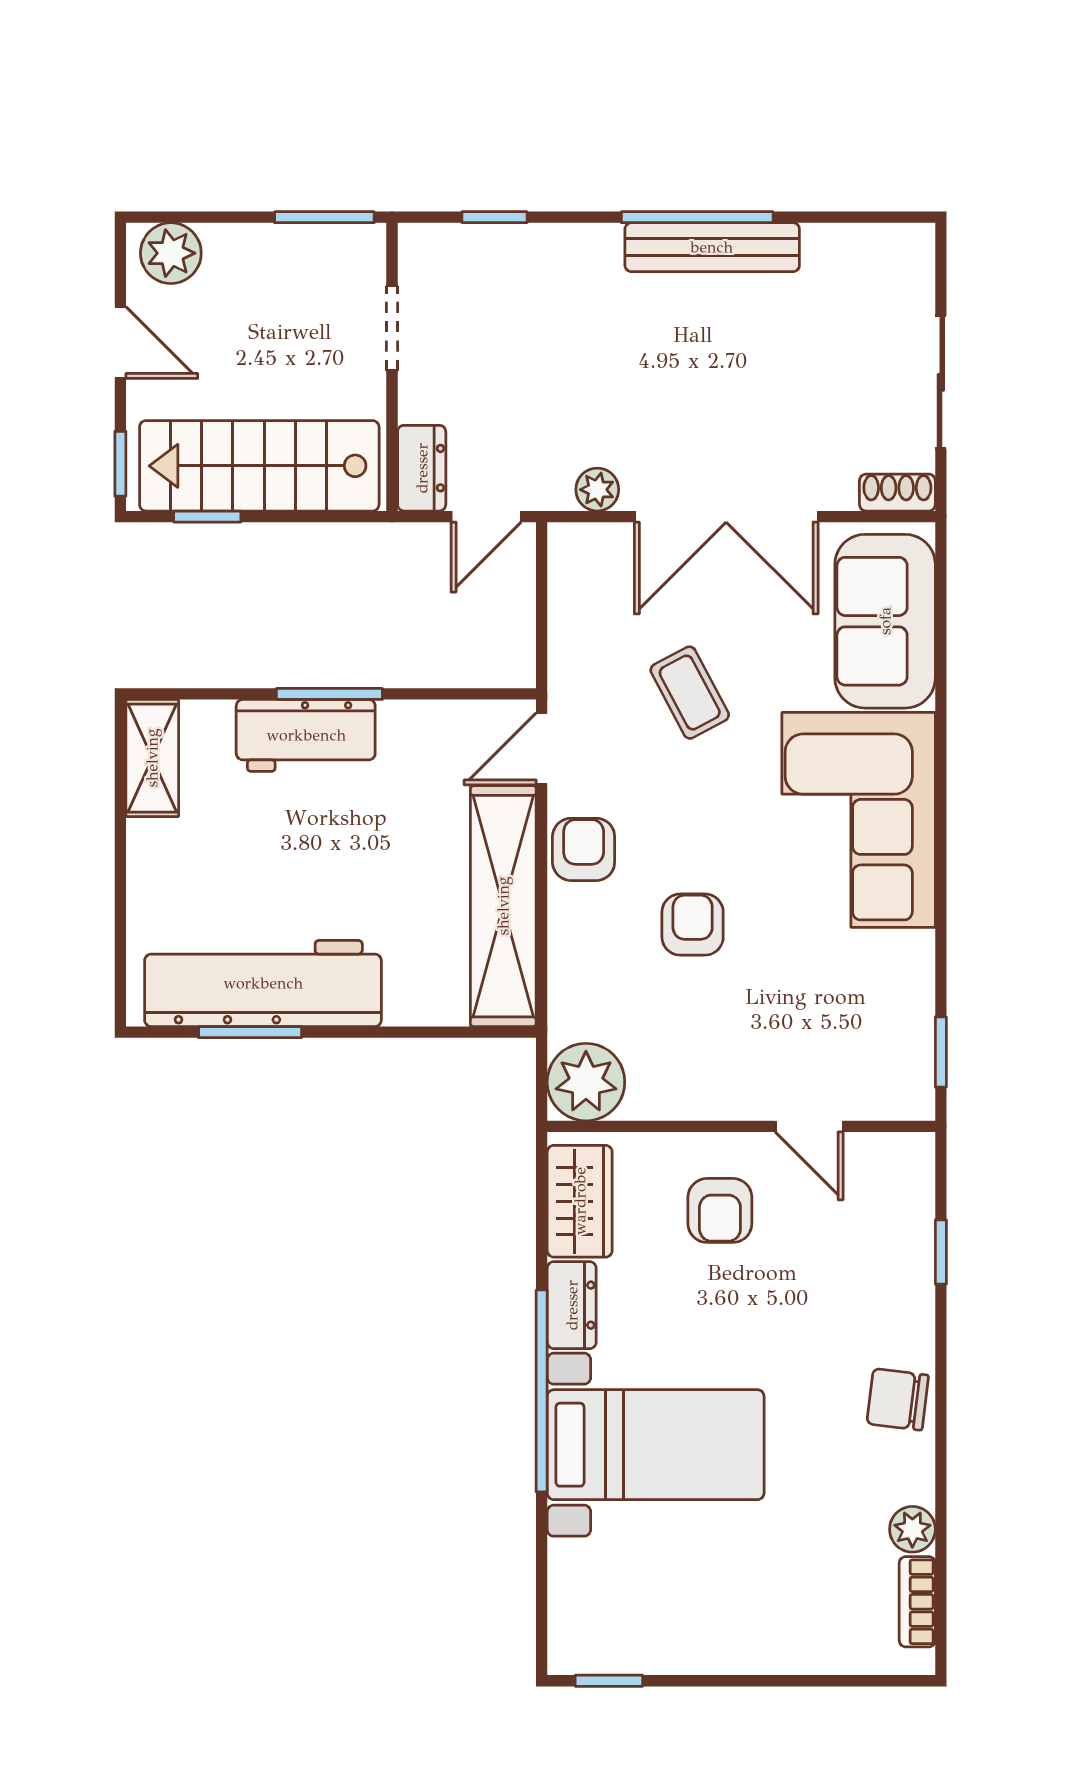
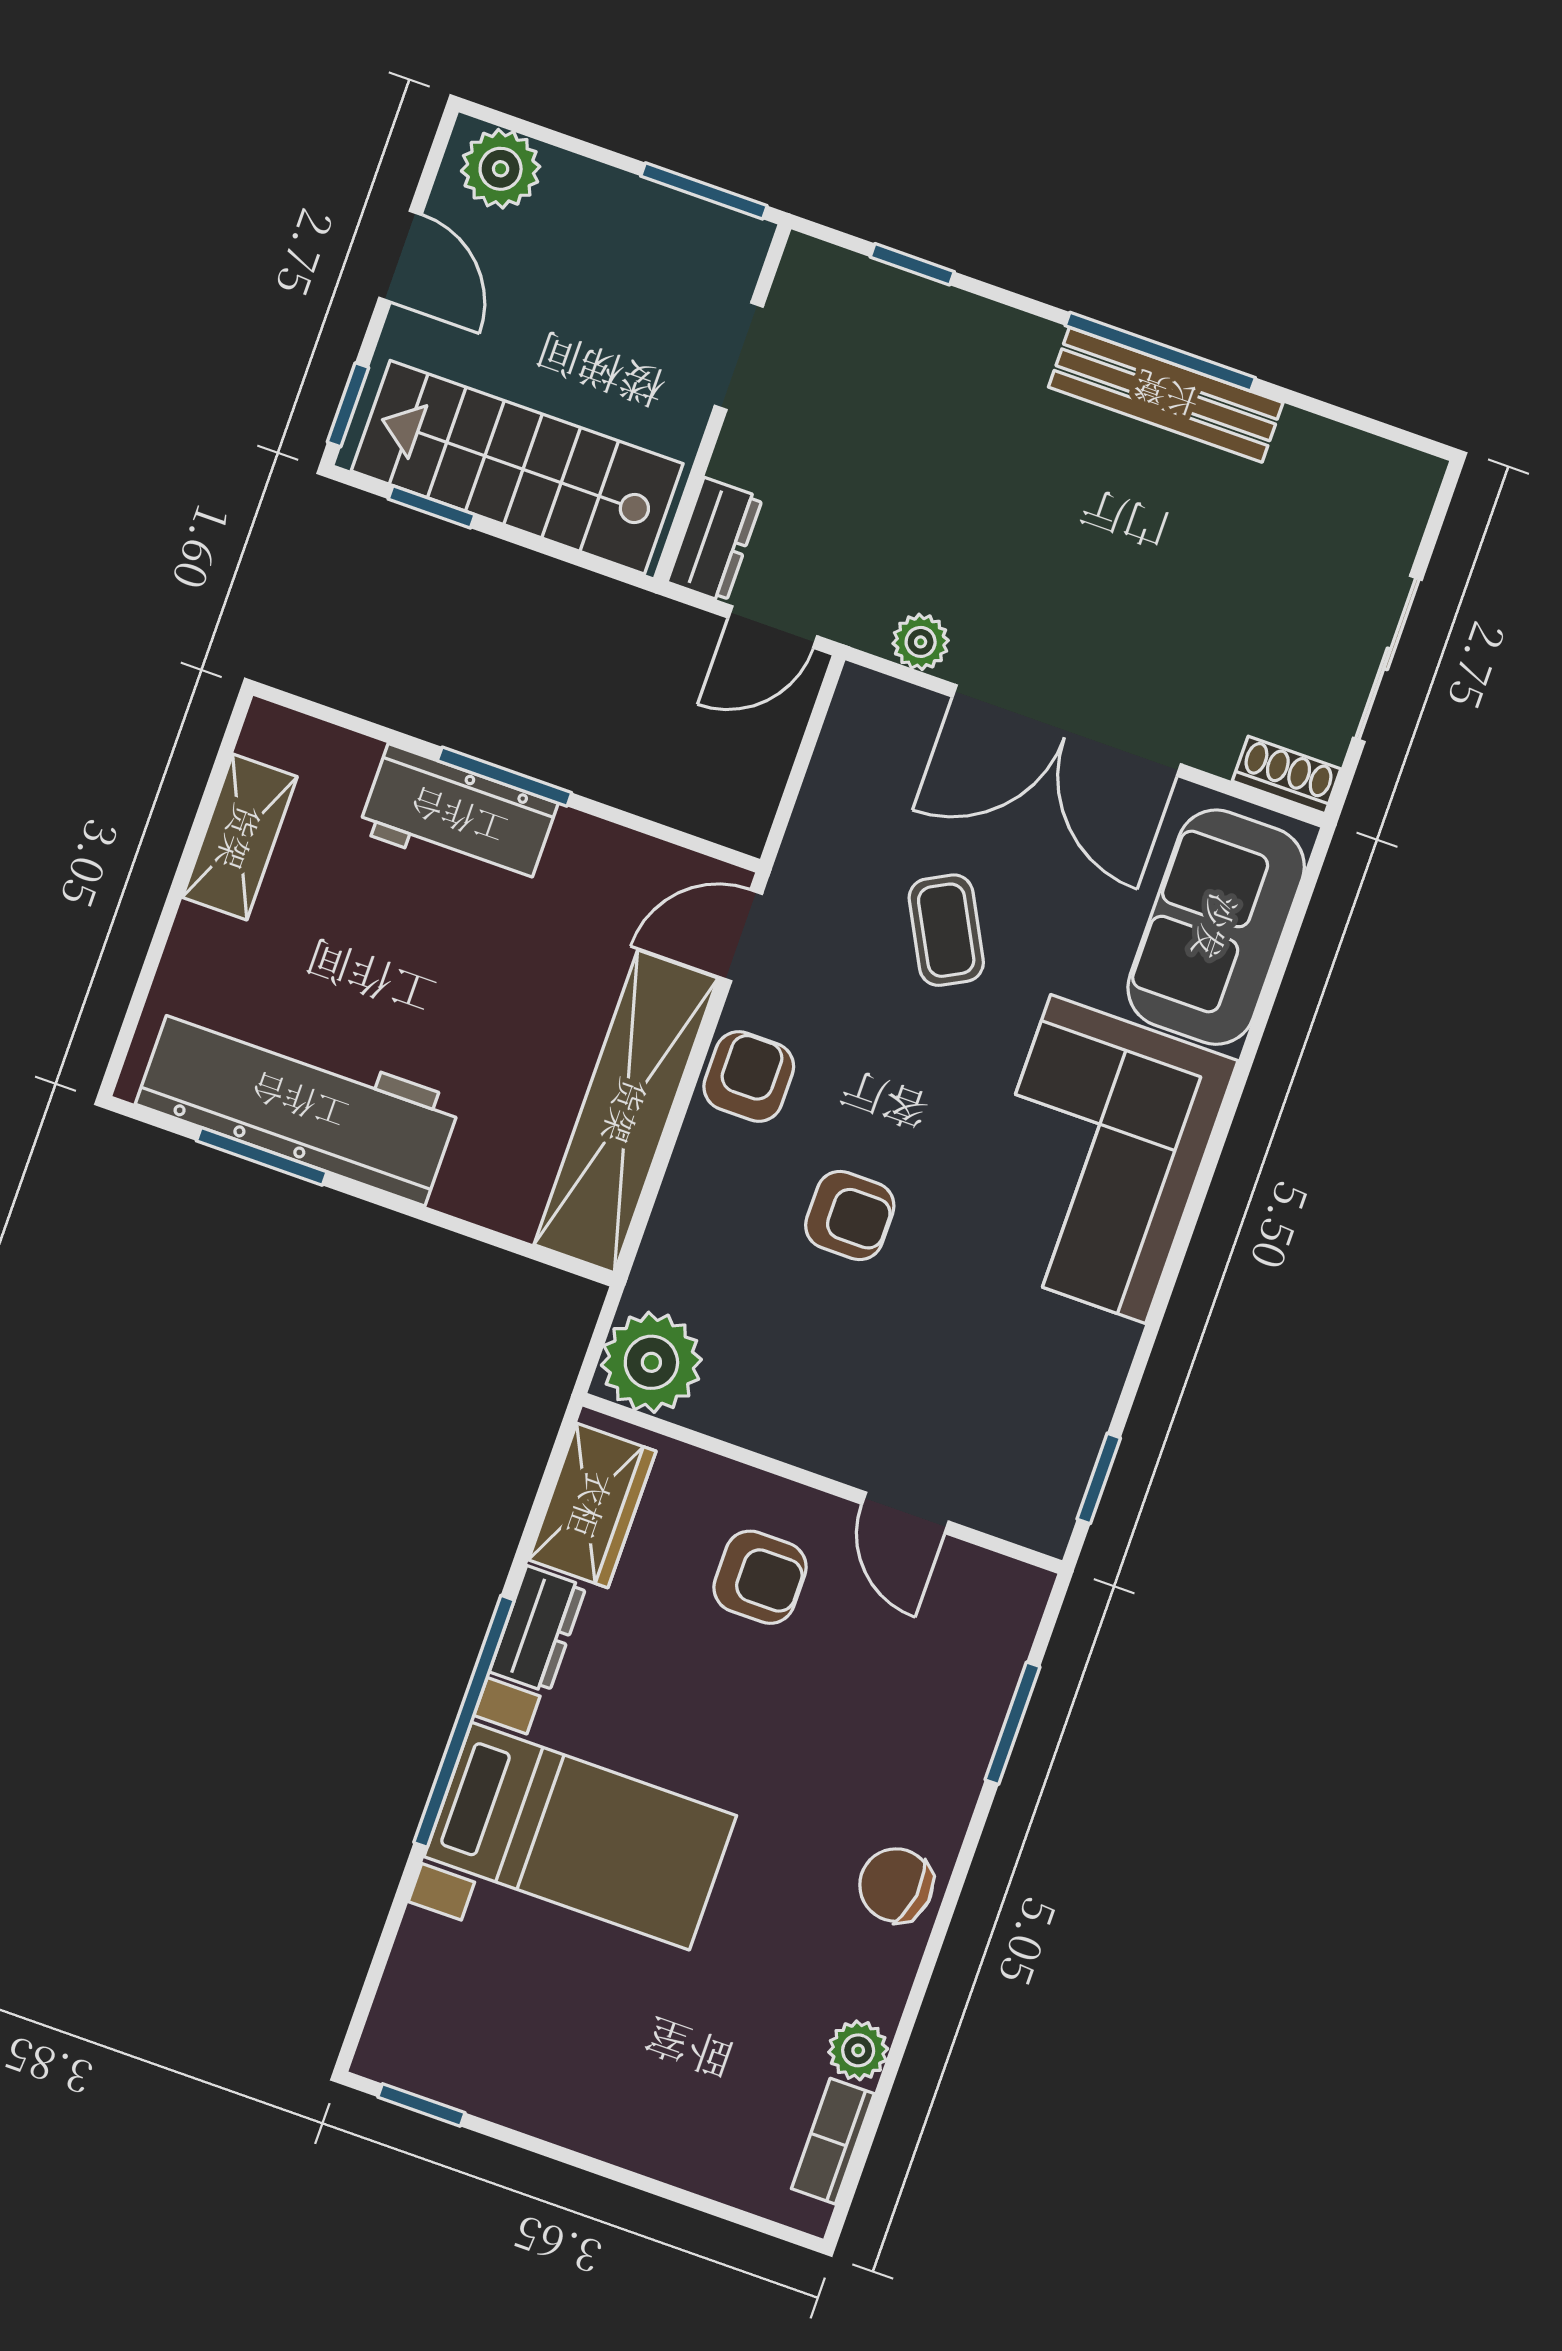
shelving: (152, 758) -> (240, 837), moved
armchair: (693, 925) -> (850, 1216), turned 90
armchair: (720, 1210) -> (760, 1577), turned -90
window: (941, 1252) -> (1012, 1723), width x1.50

